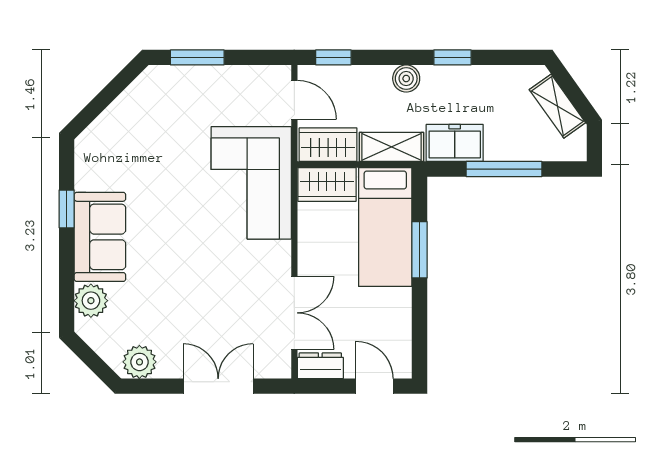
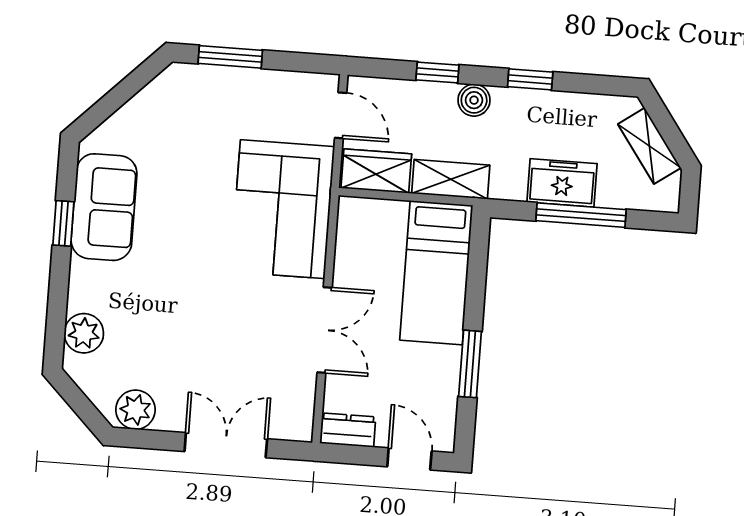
window: (333, 57) -> (437, 72), moved
freezer: (455, 143) -> (562, 183), moved
wardrobe: (327, 184) -> (372, 218), removed
sofa: (100, 237) -> (104, 207), moved
window: (420, 250) -> (470, 364), moved
double door: (294, 313) -> (325, 330), moved

